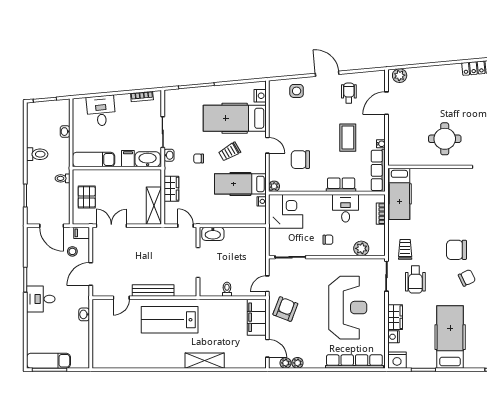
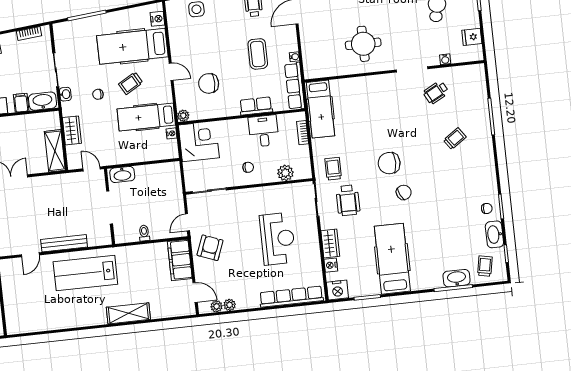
reception desk: (348, 308) -> (278, 239), width x0.74, depth x0.77

